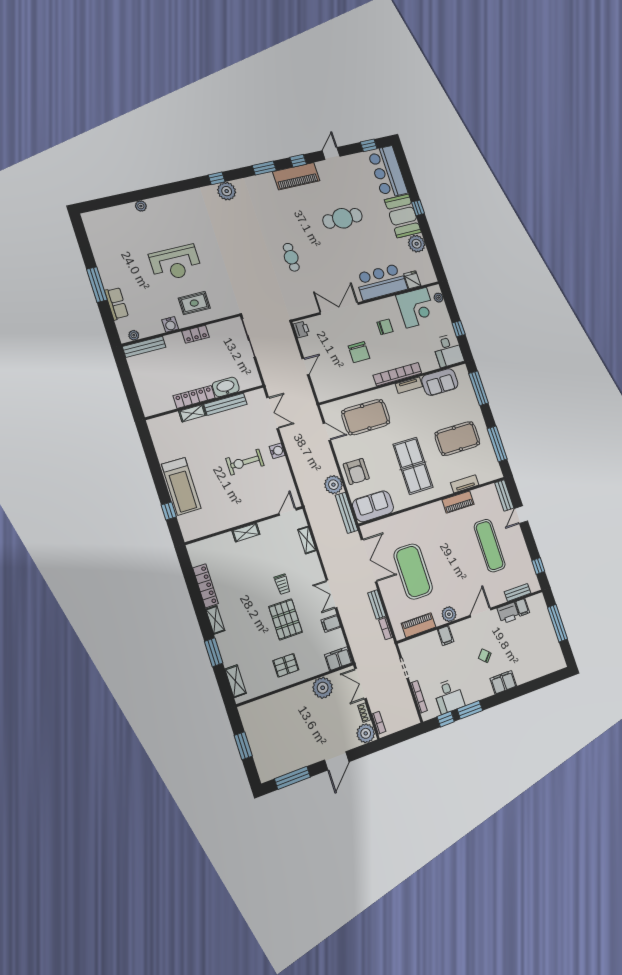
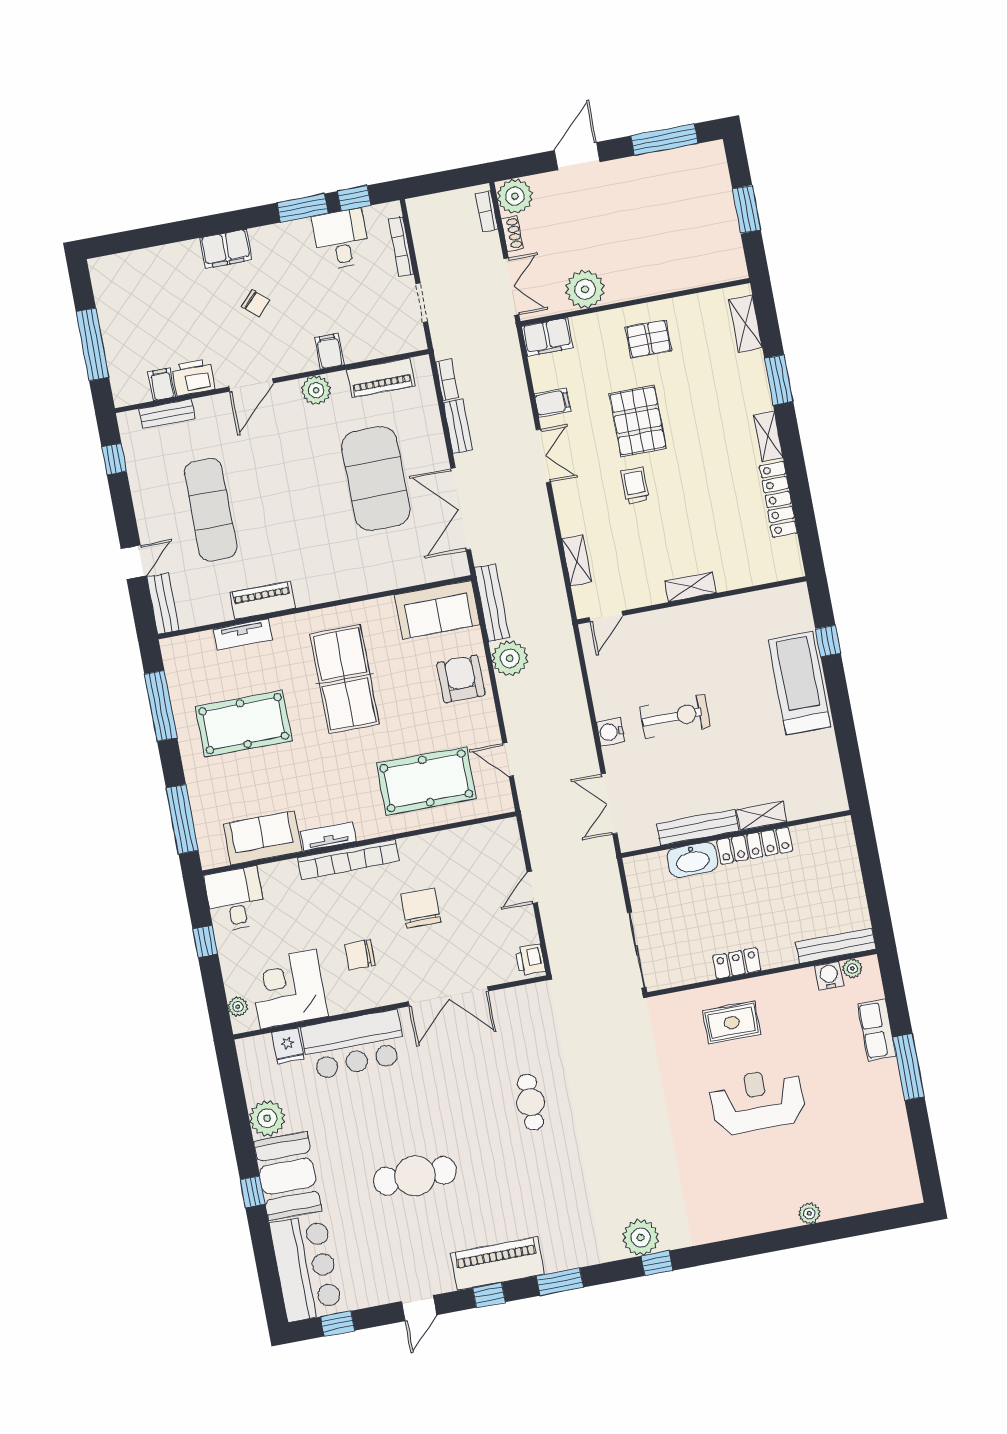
water cooler: (170, 324) -> (829, 976), moved

